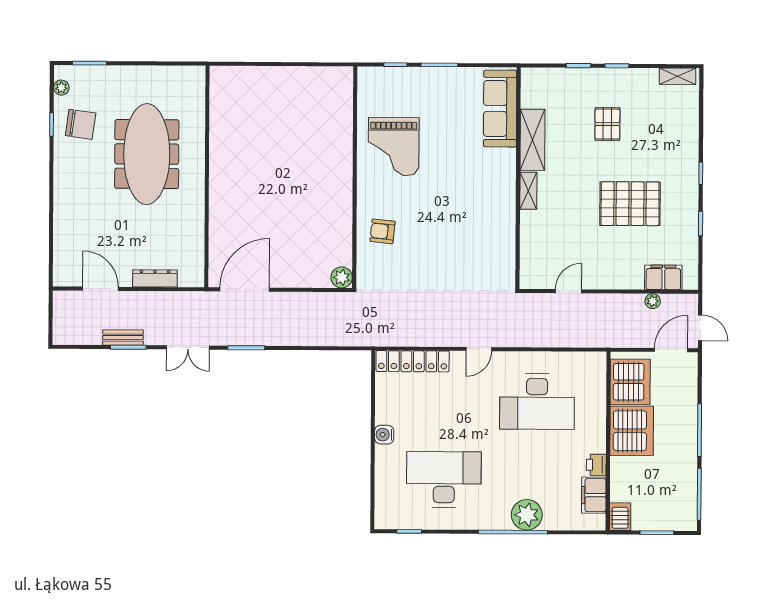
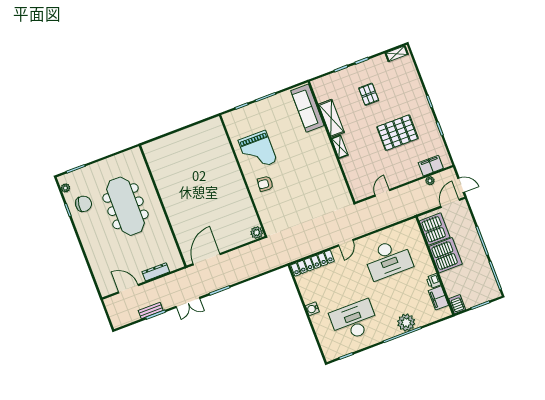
armchair: (383, 231) -> (265, 184), moved

